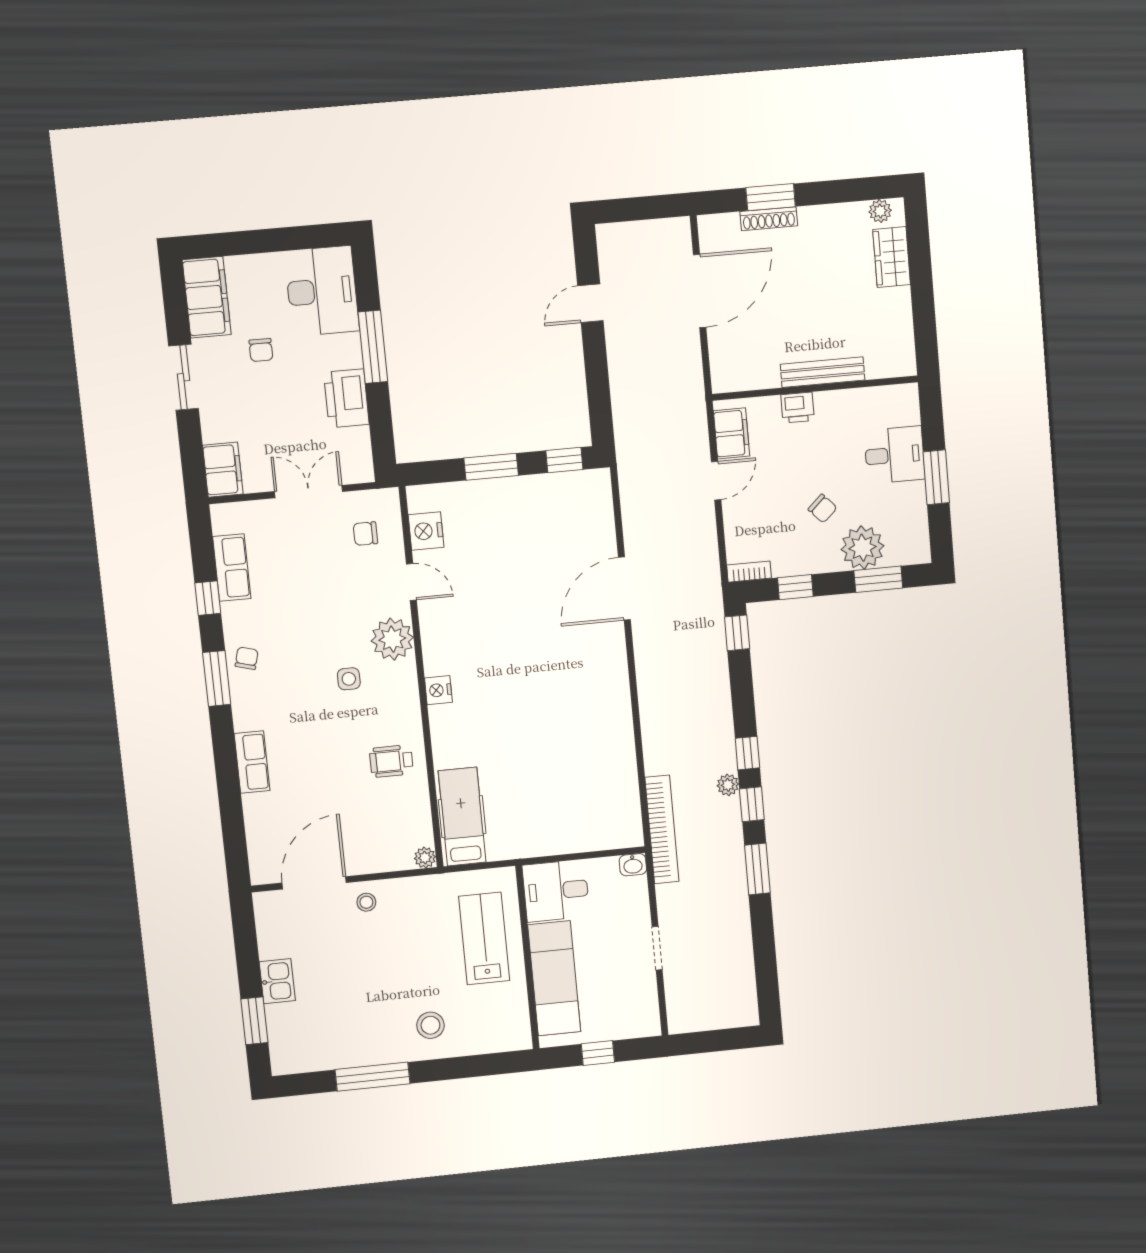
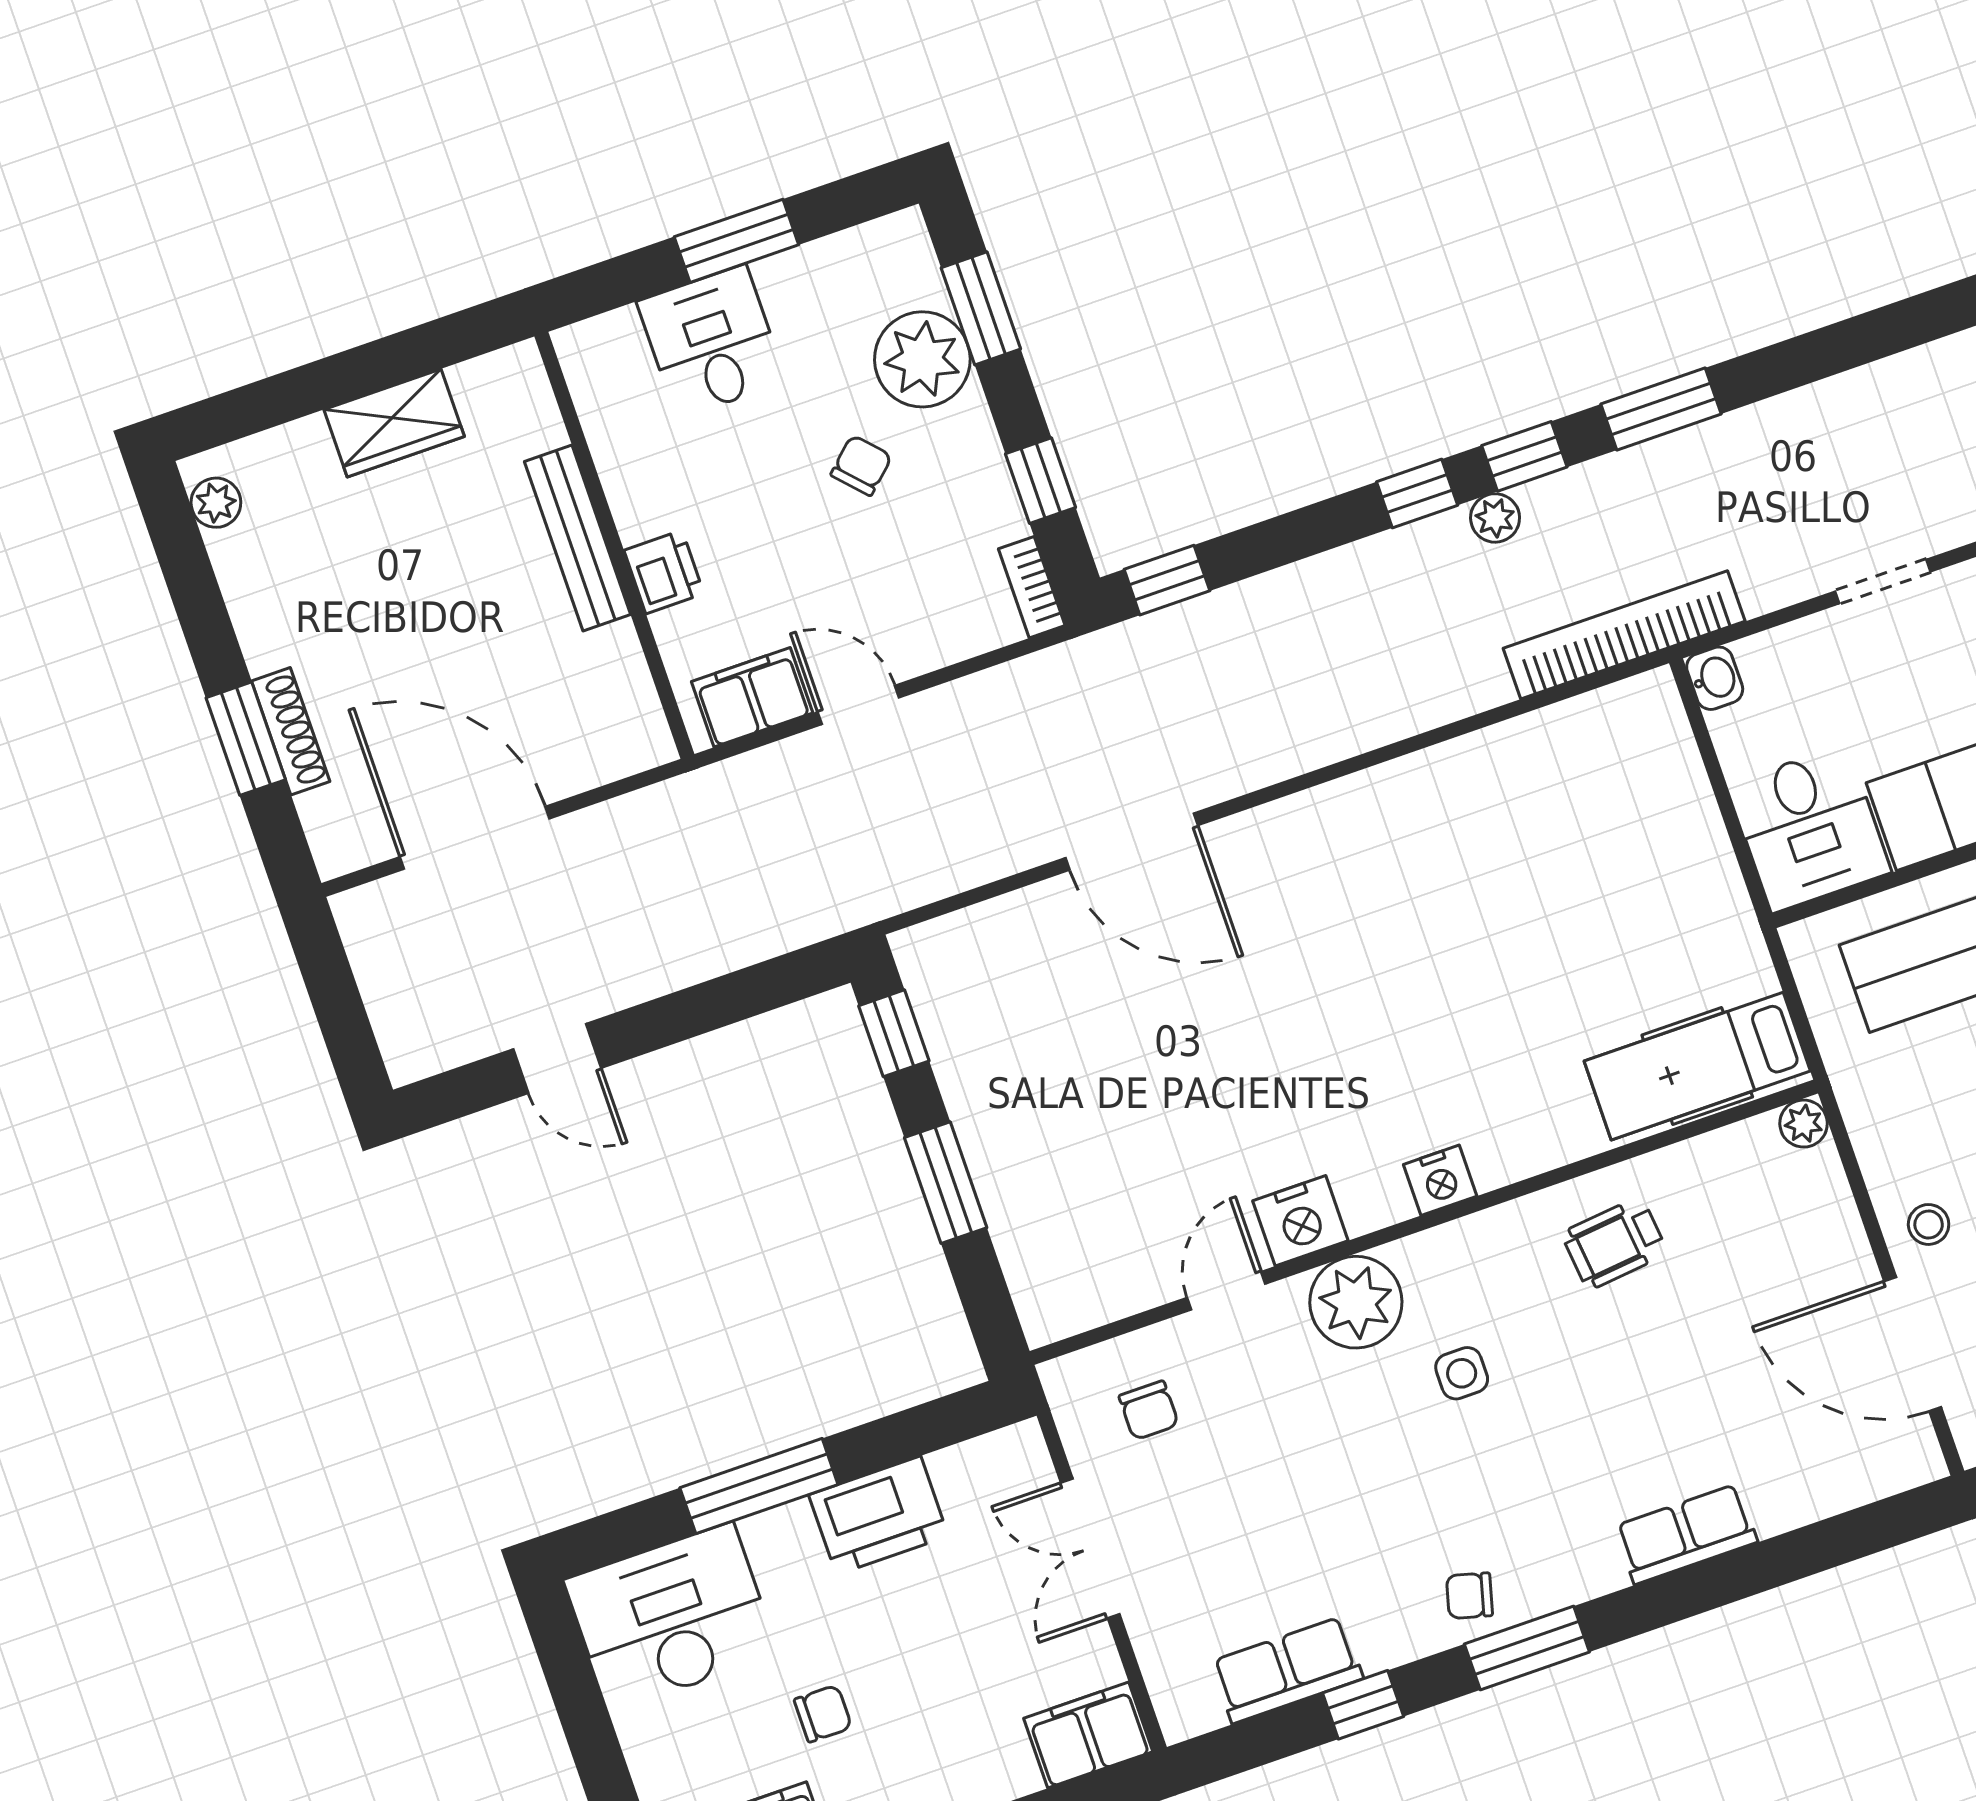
wardrobe: (892, 257) -> (394, 423), moved
nightstand: (426, 531) -> (1300, 1221), moved
wheelchair: (391, 761) -> (1615, 1243), turned 84

